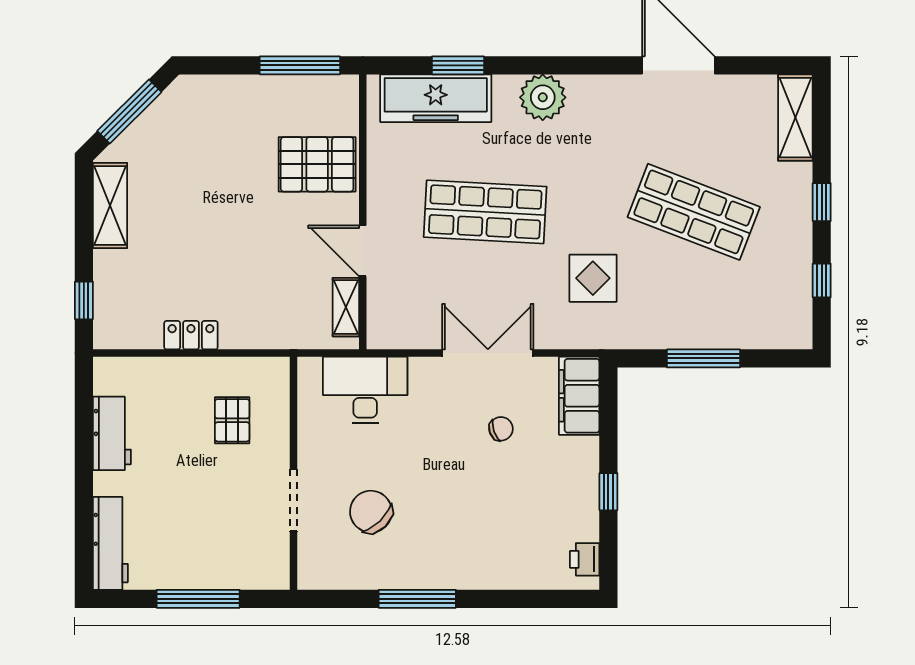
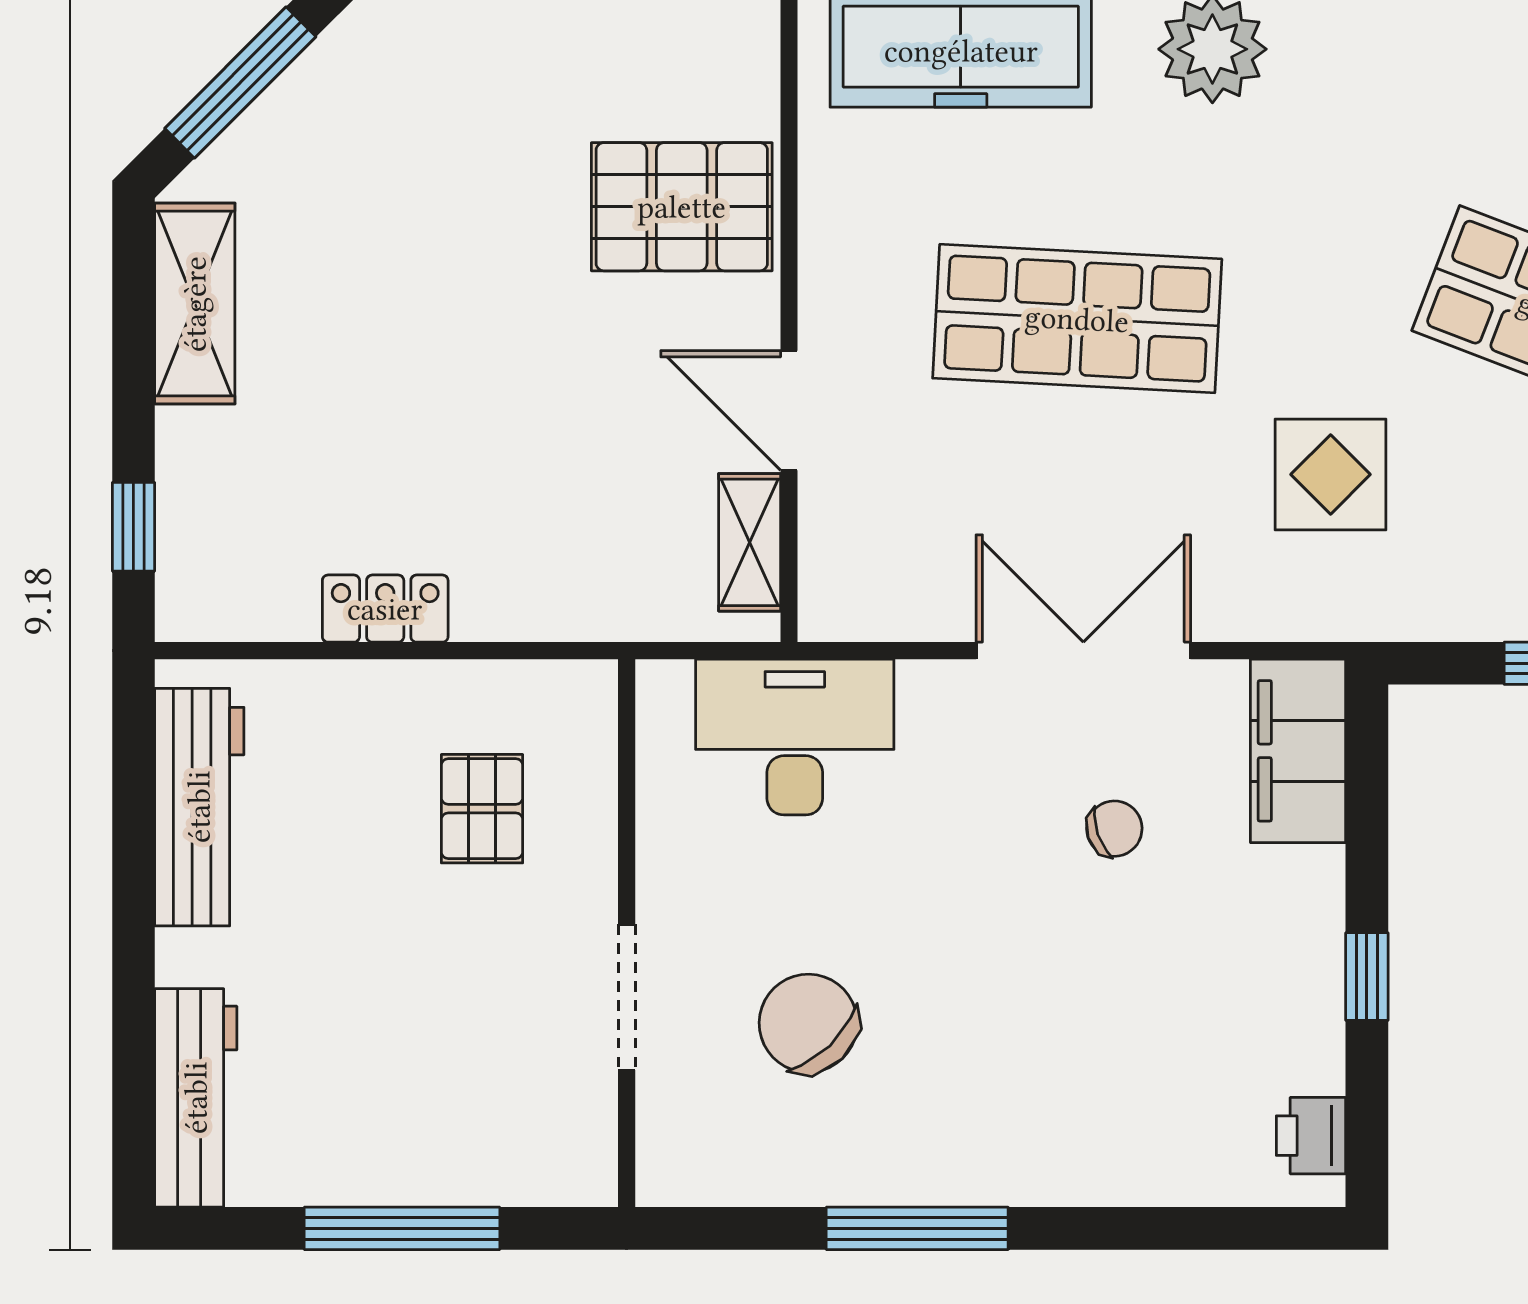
workbench: (112, 433) -> (199, 807), width x1.37

